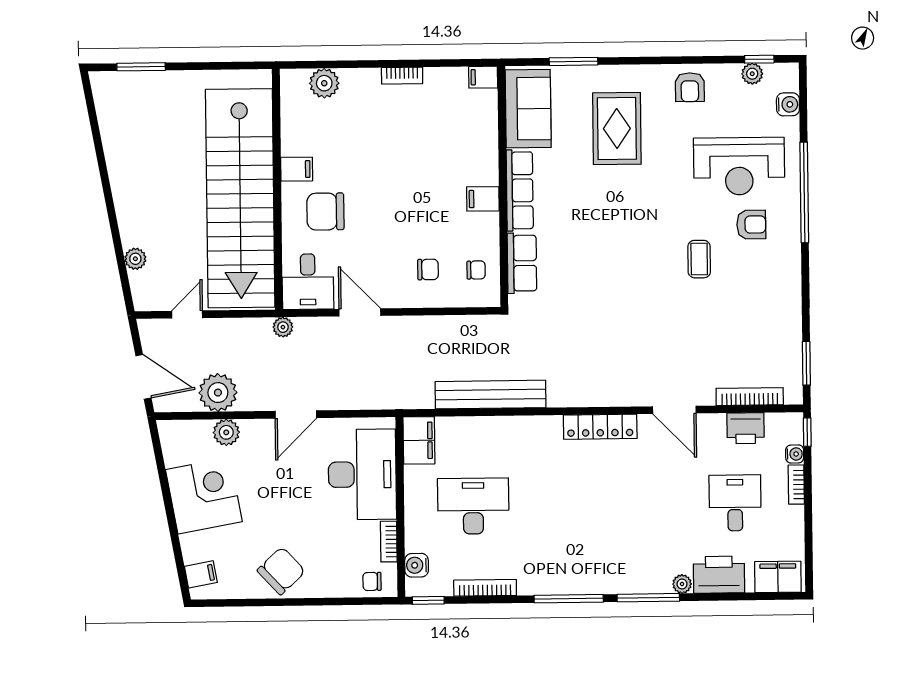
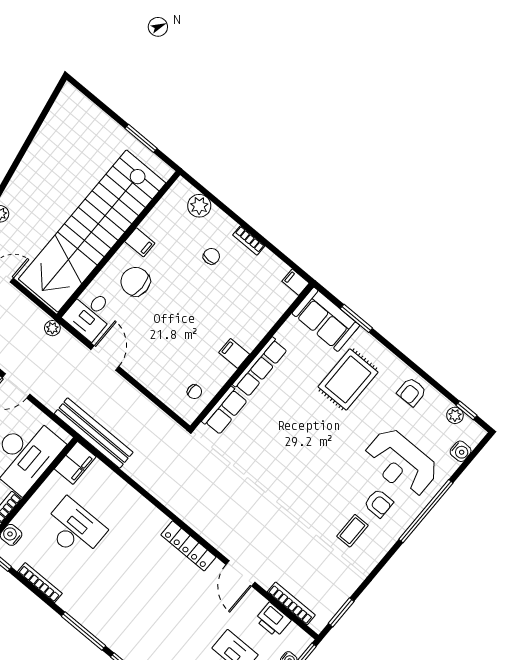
window: (141, 67) -> (141, 138), moved
sofa: (528, 109) -> (326, 319), moved, turned 90
coffee table: (699, 259) -> (352, 531), moved
chair: (428, 270) -> (211, 256), moved, turned -90
bench: (491, 395) -> (94, 433), moved

